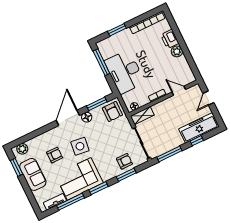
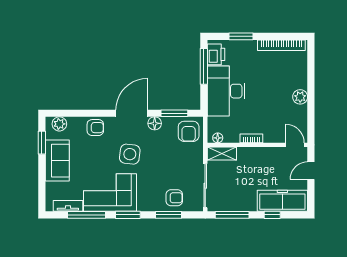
printer: (170, 39) -> (216, 54), moved, turned 180
door: (179, 91) -> (295, 145), moved
armchair: (55, 155) -> (95, 128), moved

